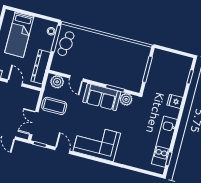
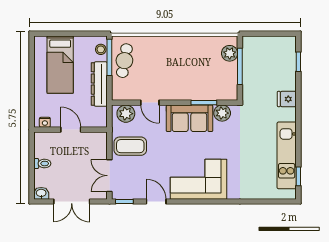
plant: (143, 58) -> (230, 53), added
dresser: (41, 67) -> (99, 84), moved

